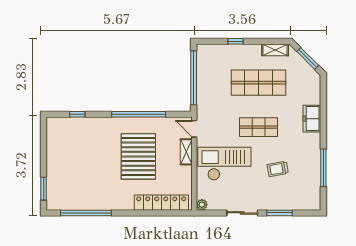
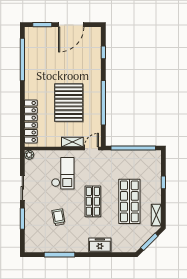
door: (44, 153) -> (71, 25), added
pallet: (138, 156) -> (69, 103), turned 90
checkout: (224, 164) -> (63, 173), width x0.73, depth x0.83

